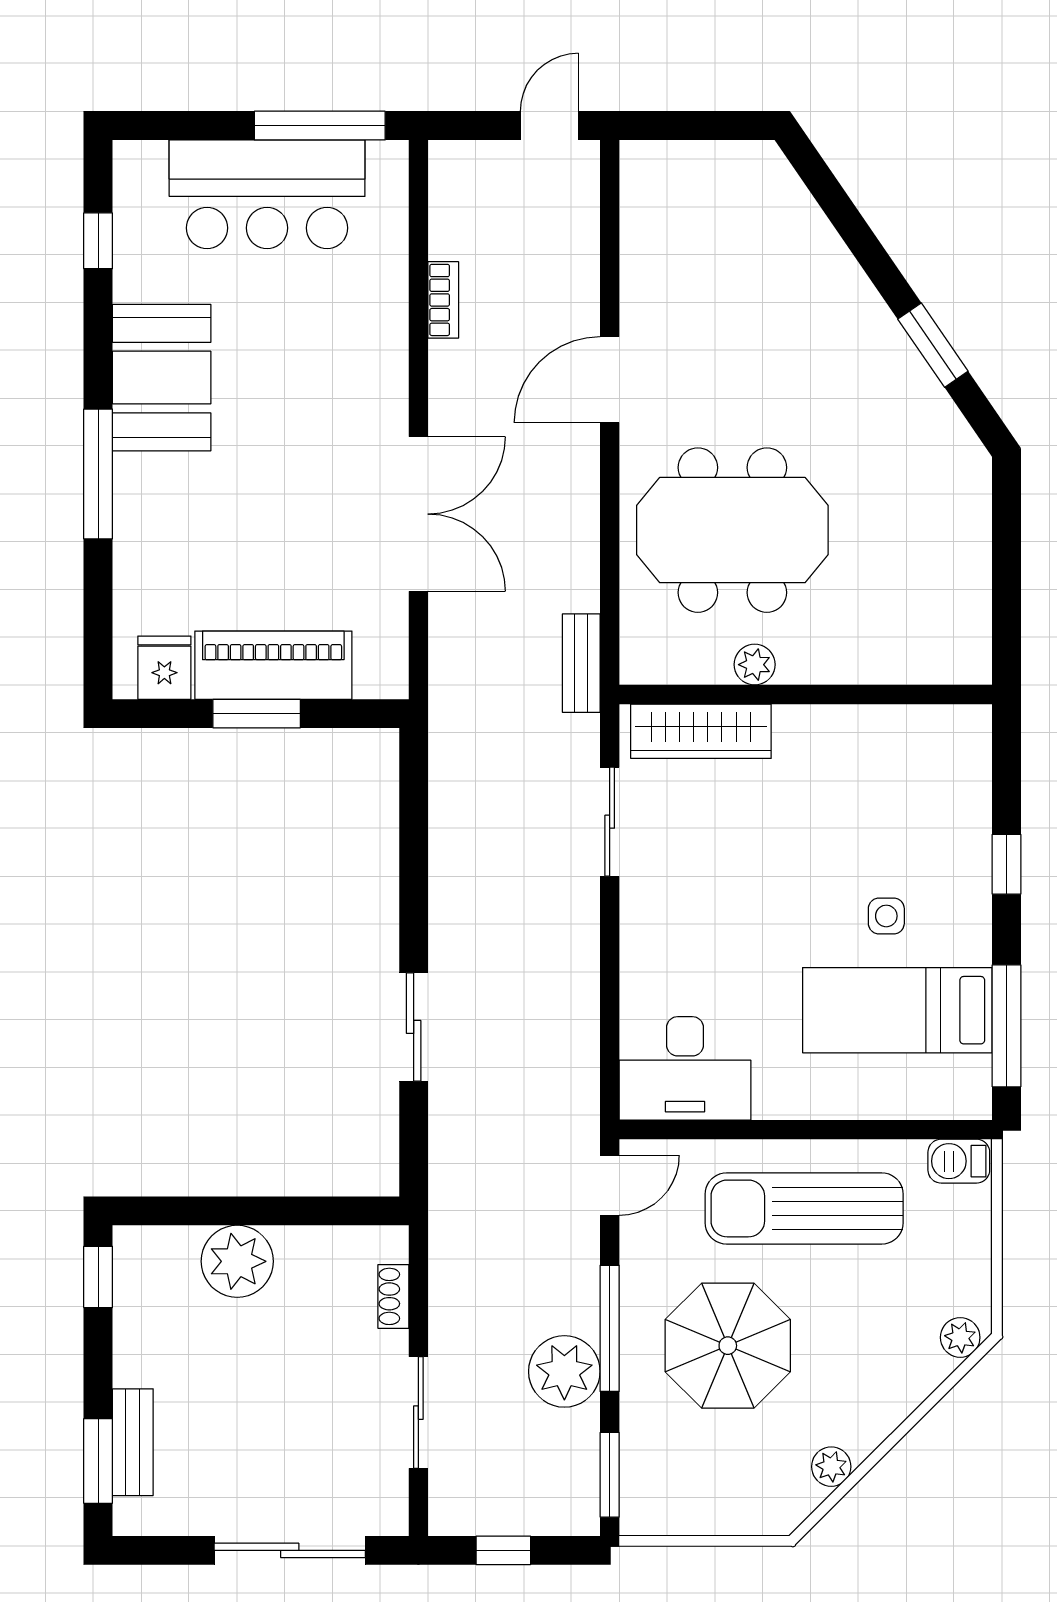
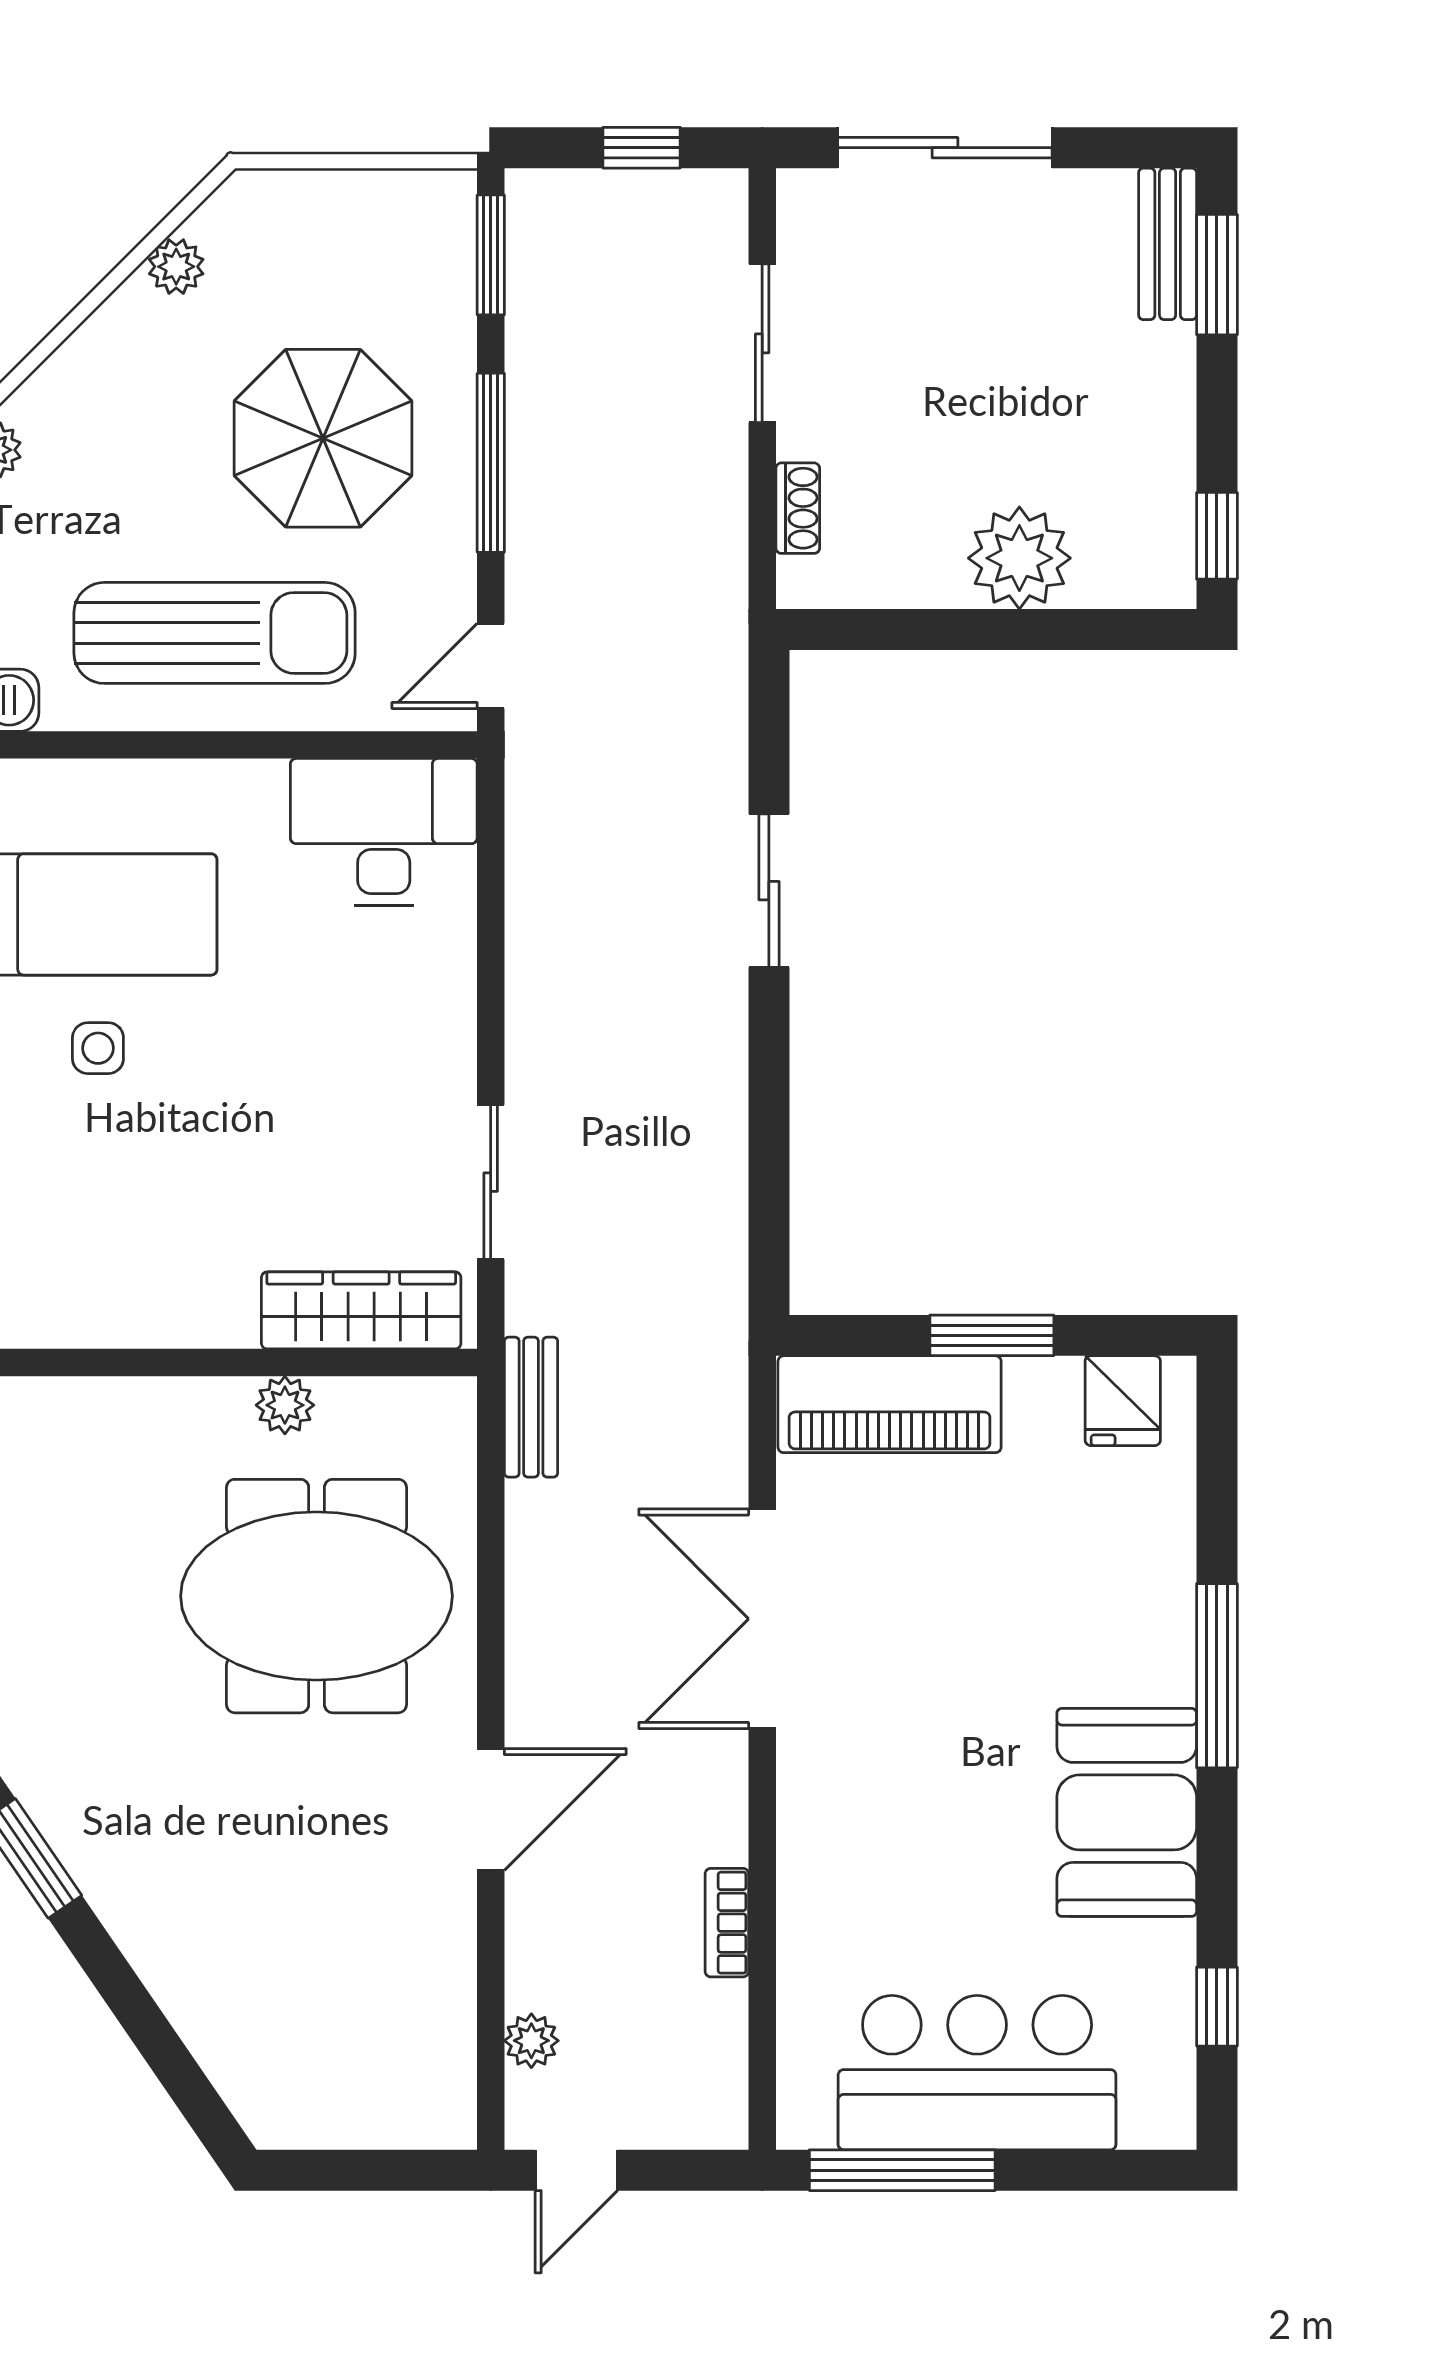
piano: (273, 665) -> (890, 1404), moved
plant: (564, 1371) -> (531, 2041), moved, width x0.53, depth x0.53
bench: (133, 1442) -> (1168, 244), moved

